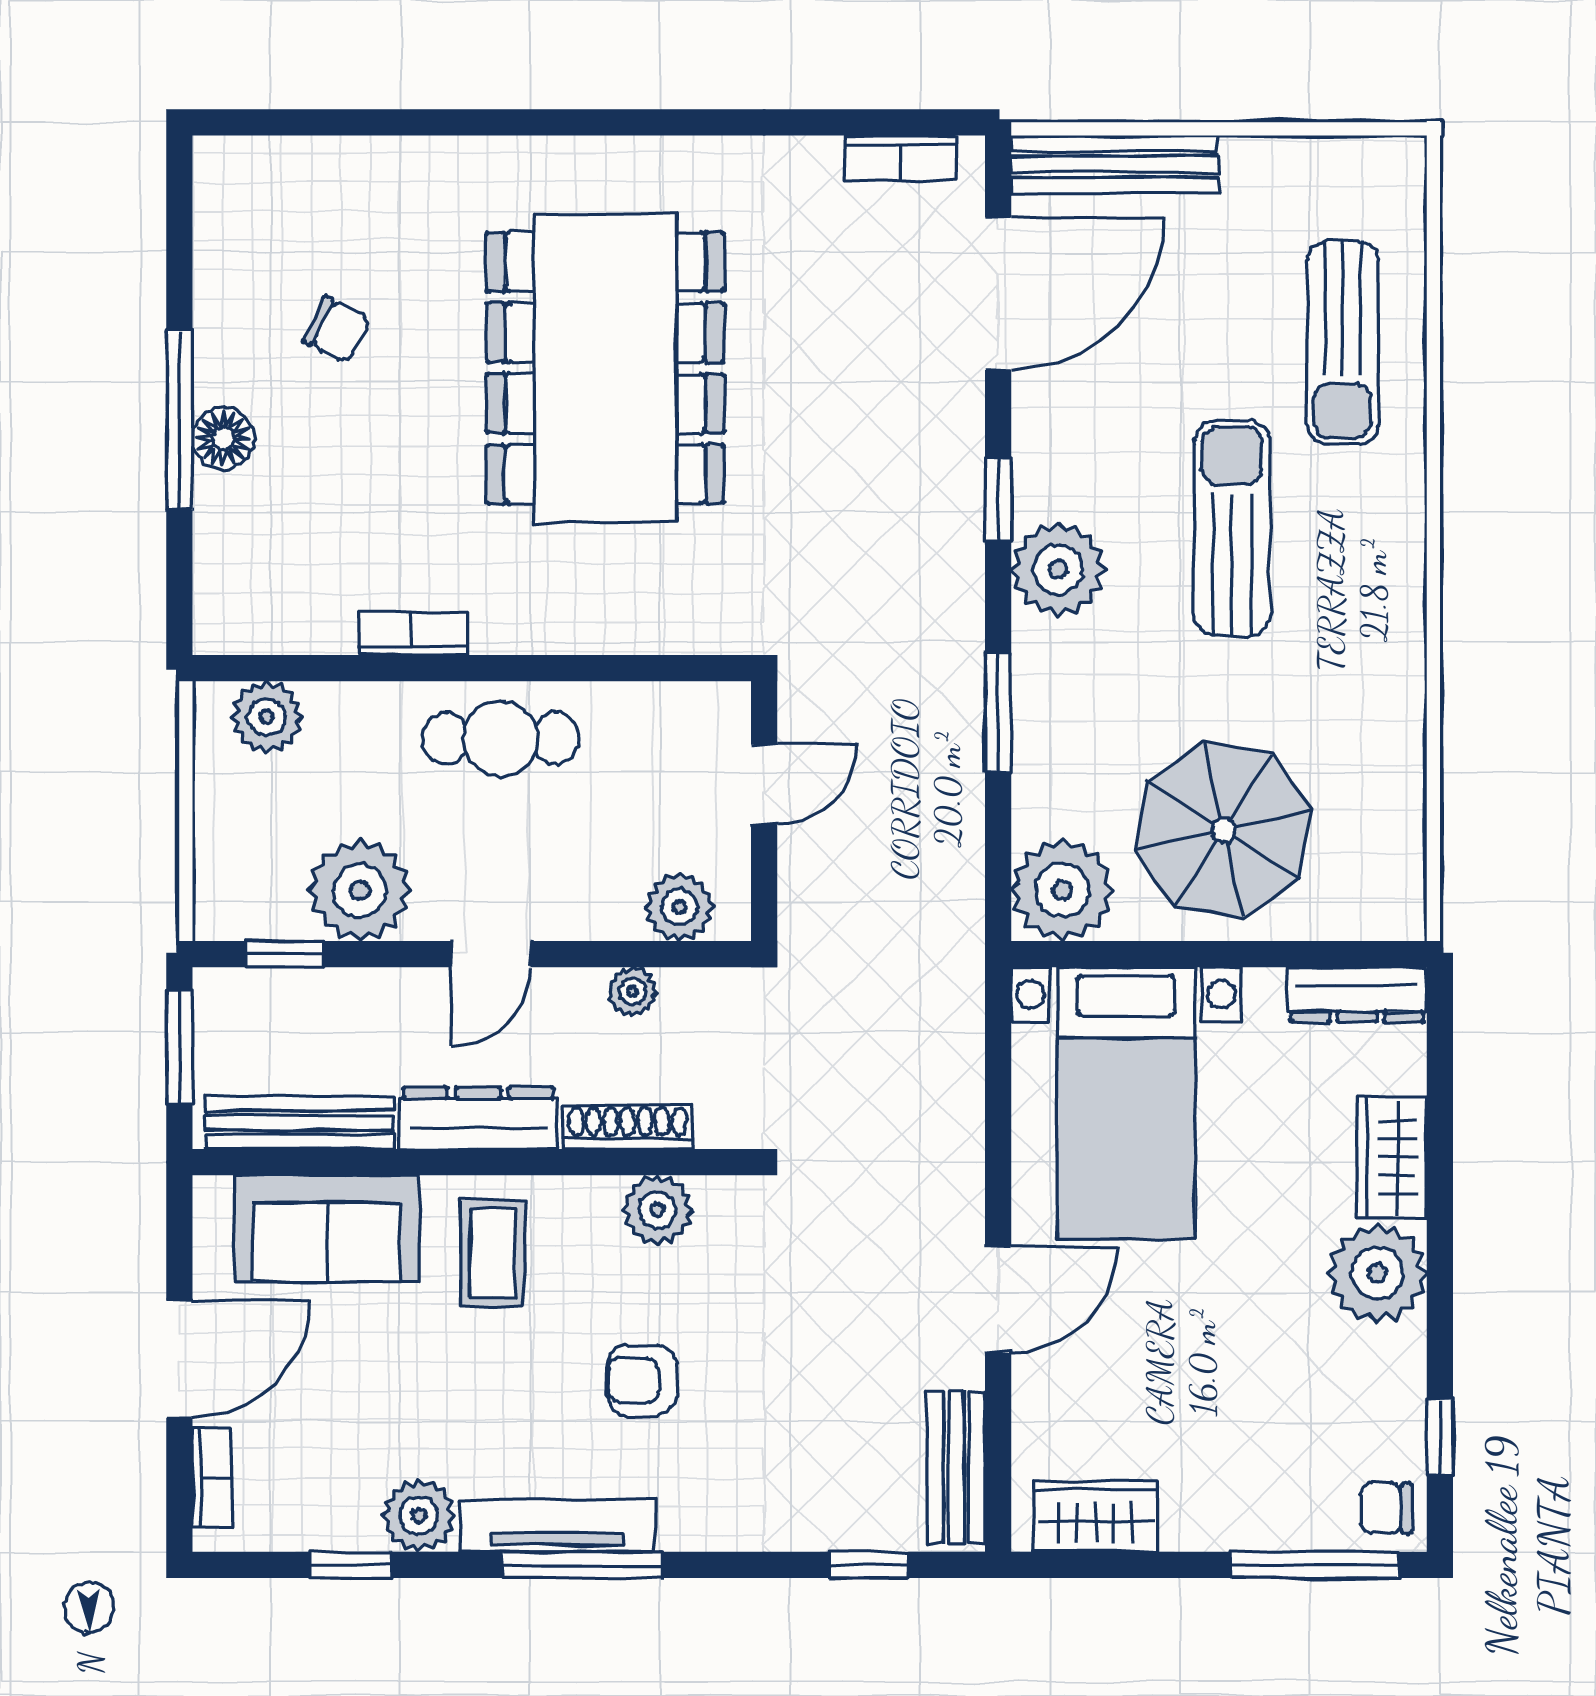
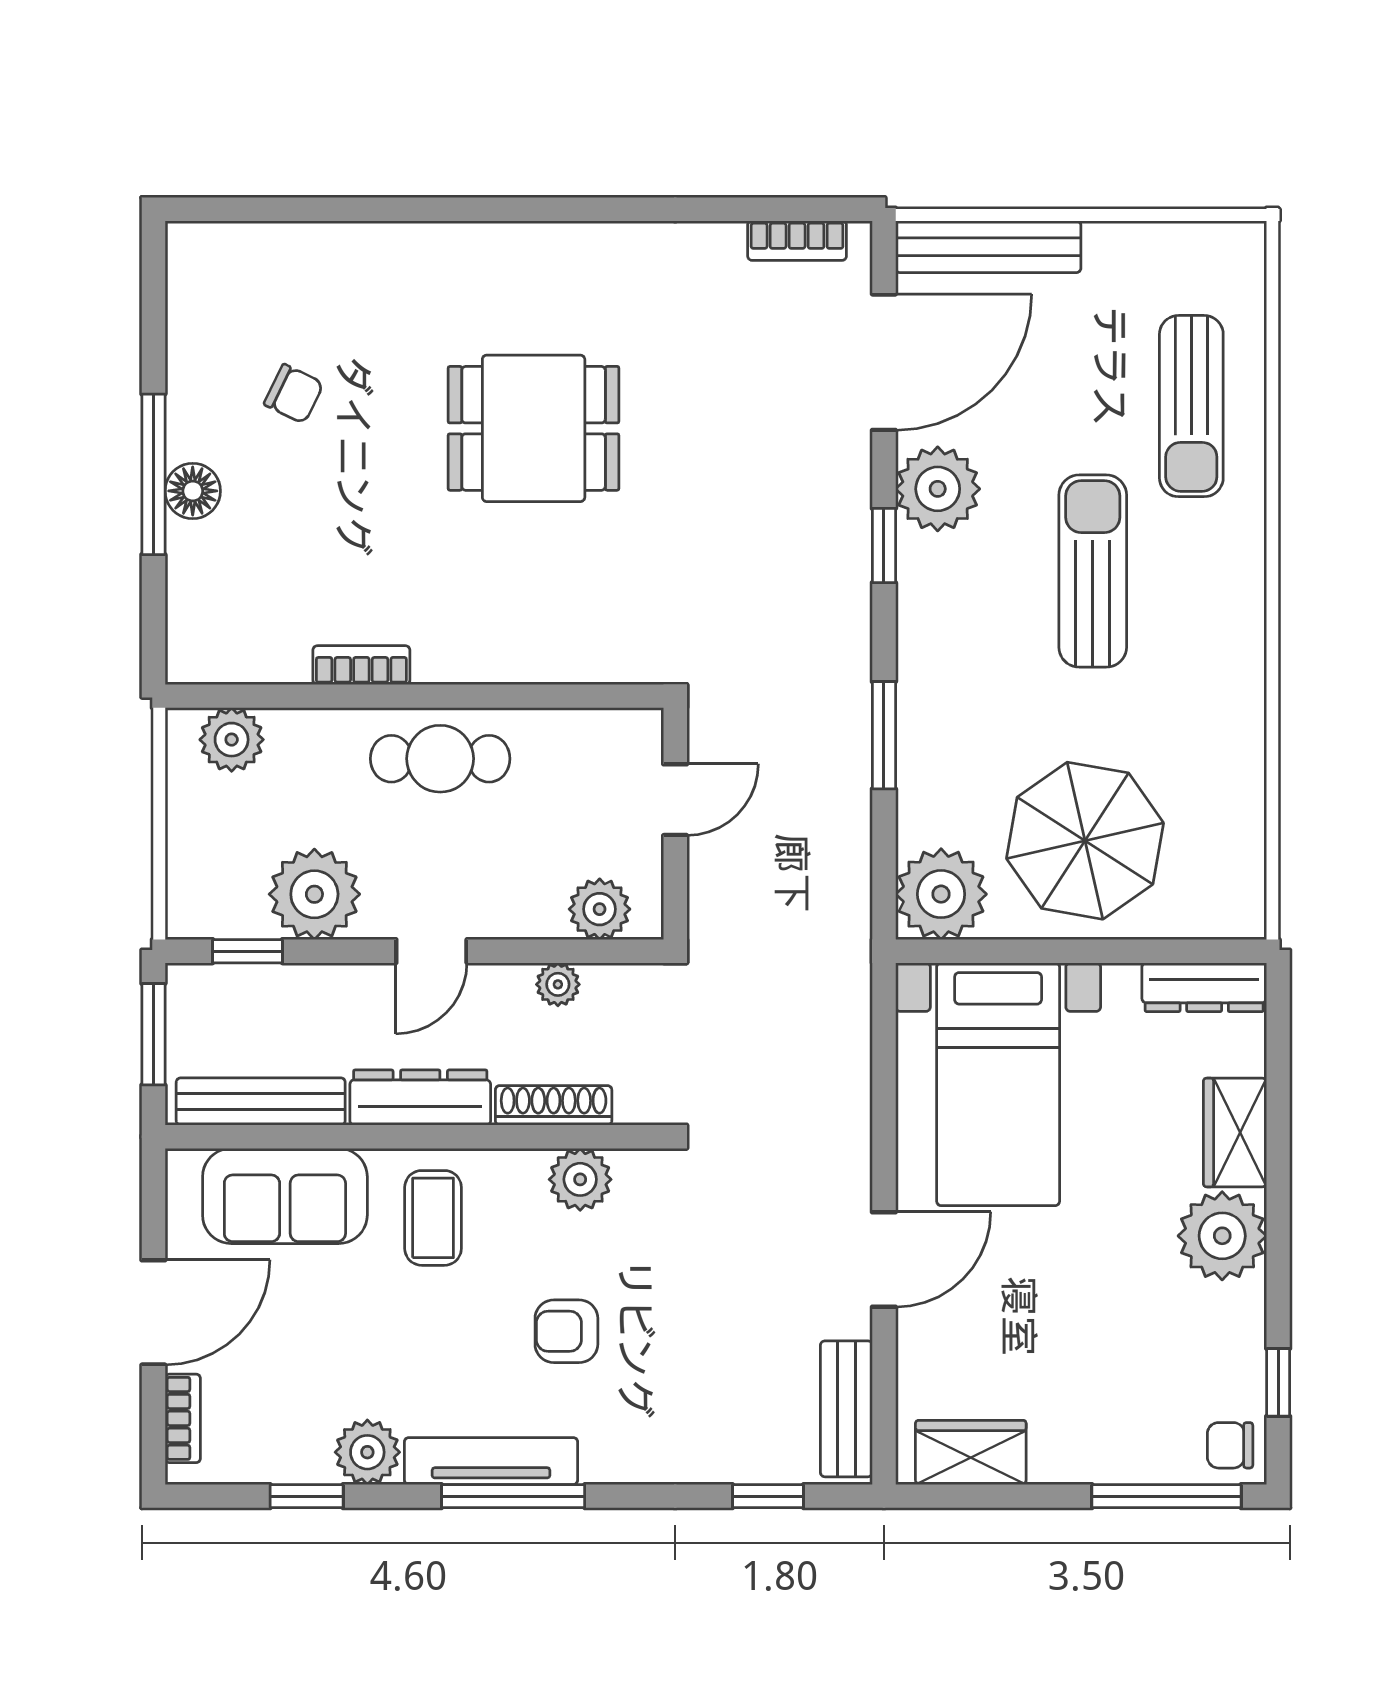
dining table: (605, 368) -> (534, 428), width x0.53, depth x0.80
plant: (1058, 570) -> (938, 489), moved

